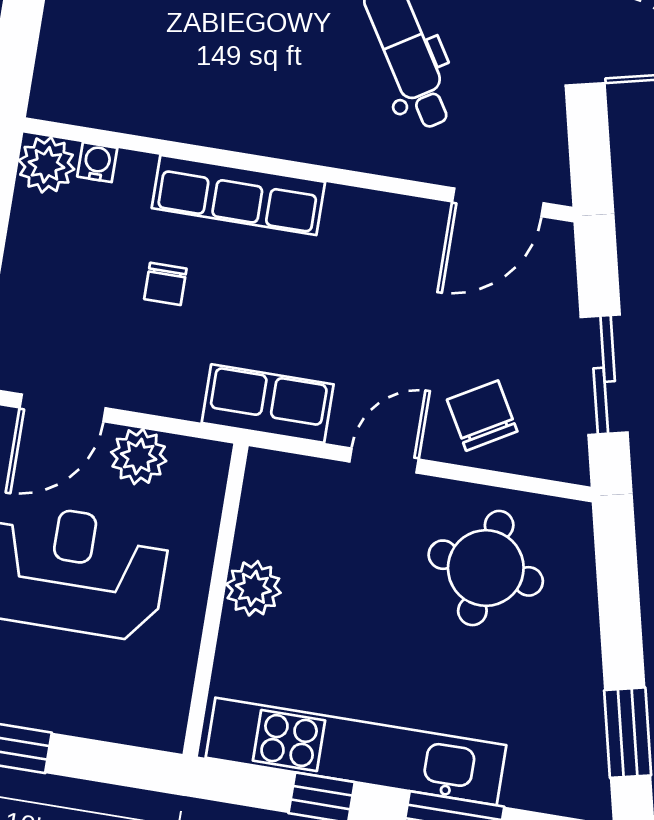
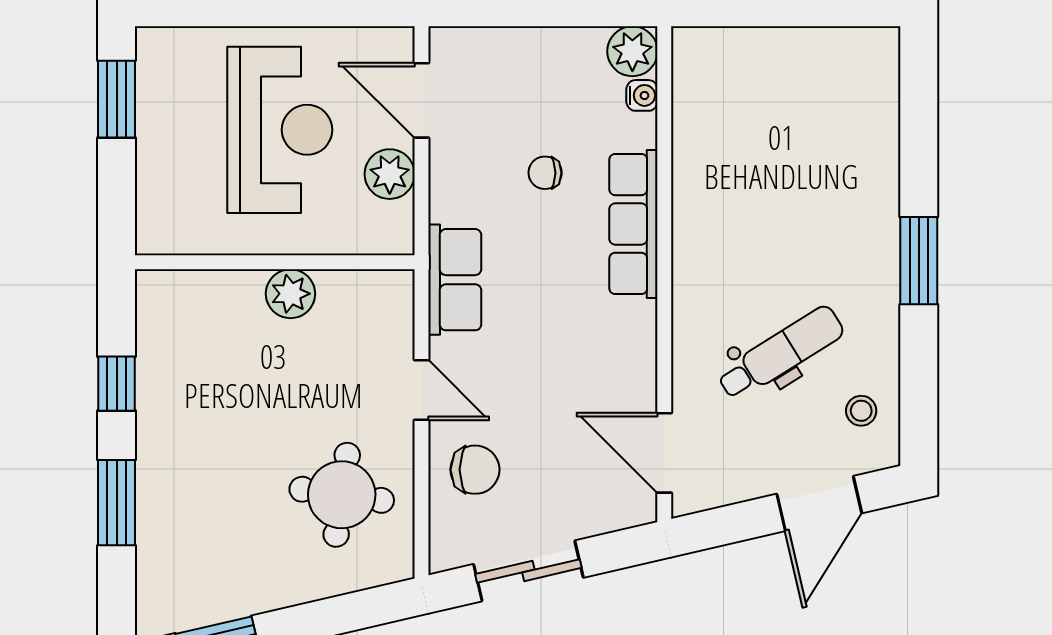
chair: (482, 416) -> (475, 470), turned 30
kitchen unit: (356, 751) -> (162, 407), removed

